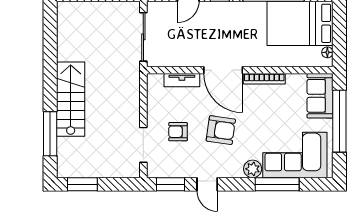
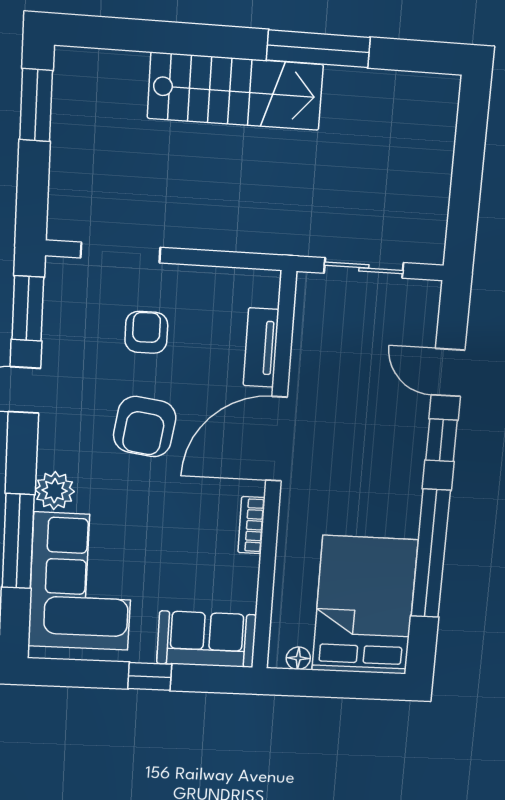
sliding door: (143, 37) -> (364, 268), width x0.73
bookcase: (264, 79) -> (251, 525), width x0.64
window: (339, 121) -> (150, 676), width x0.32
window: (50, 134) -> (318, 49), moved

